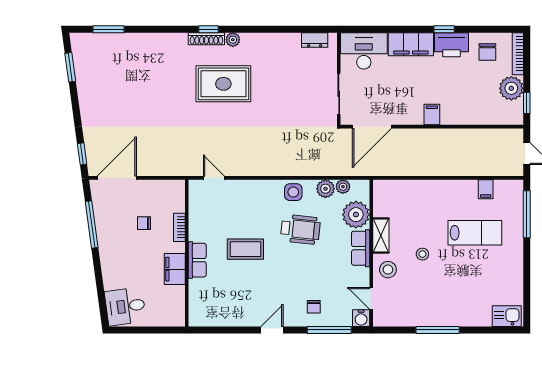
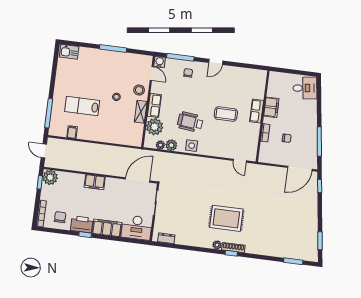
plant: (511, 88) -> (50, 177), moved
filing cabinet: (432, 115) -> (95, 182), width x2.00

